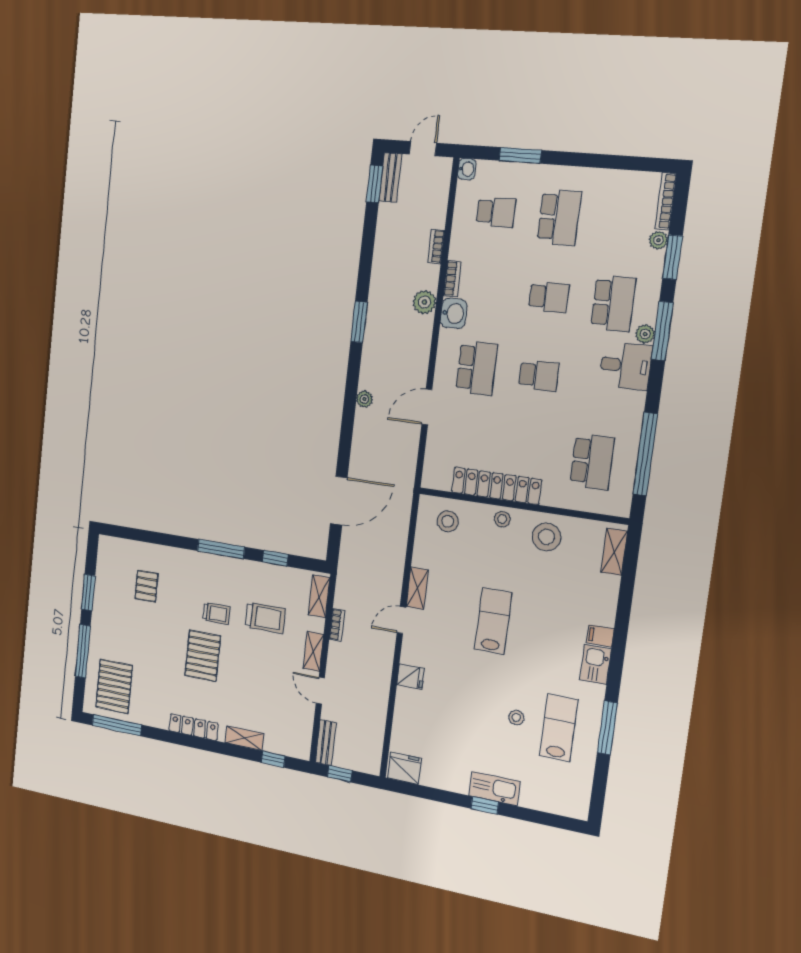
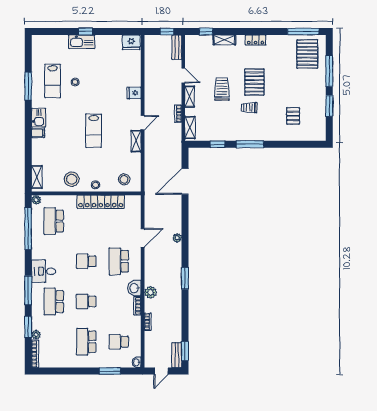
plant: (645, 334) -> (36, 200), moved
trolley: (265, 618) -> (222, 89), moved, turned 90
locker: (194, 727) -> (256, 40), width x0.66

